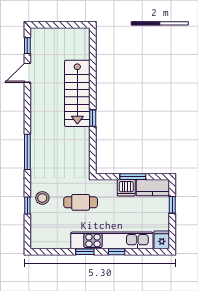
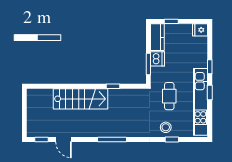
window: (93, 118) -> (113, 86), moved
window: (27, 152) -> (112, 139), moved
window: (133, 177) -> (148, 64), moved
kitchen unit: (112, 240) -> (200, 102), moved

